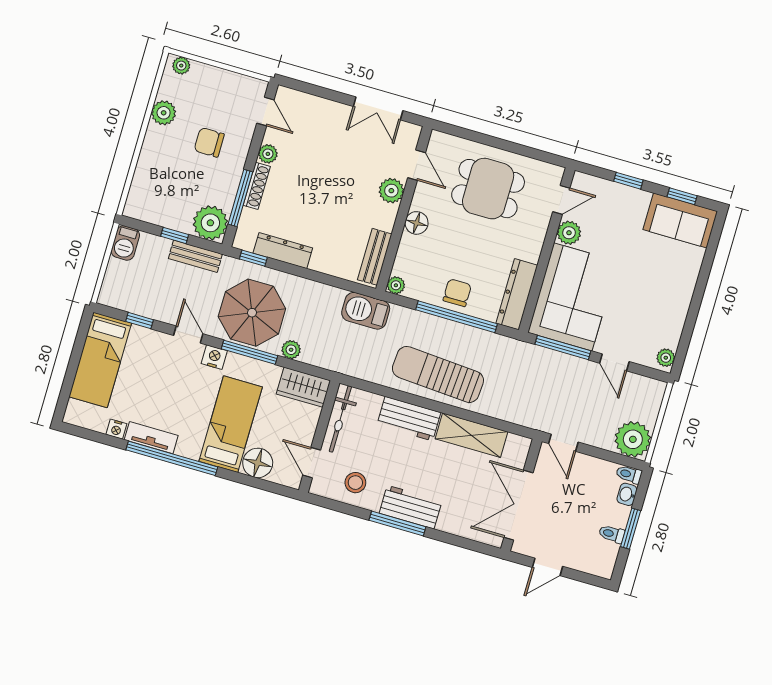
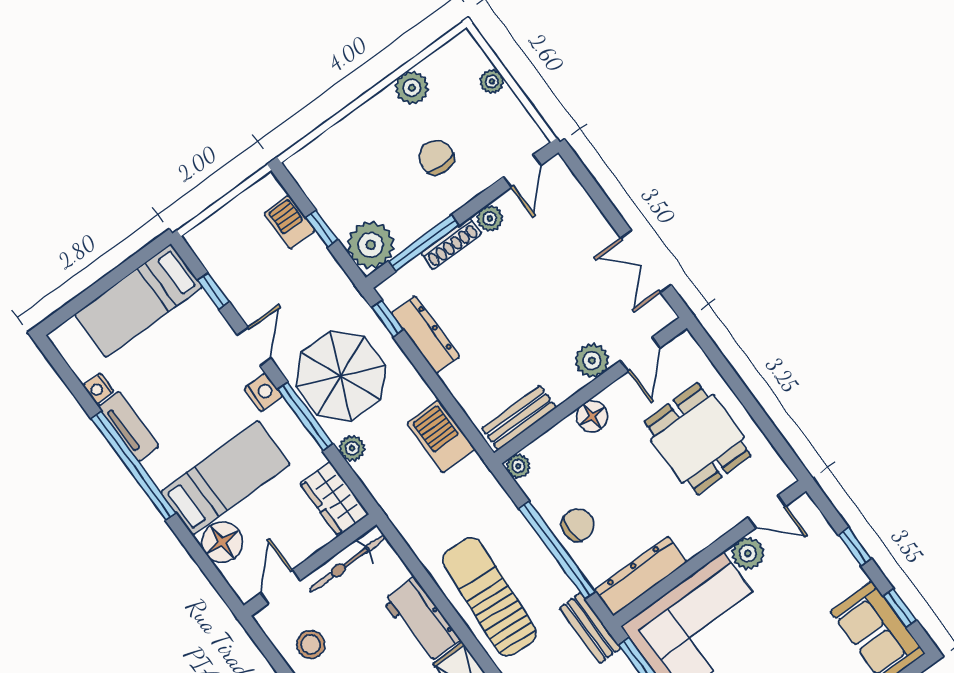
plant: (181, 66) -> (492, 81), moved
barbecue: (125, 243) -> (290, 222), moved, turned 90
bench: (195, 256) -> (590, 628), moved
barbecue: (366, 311) -> (441, 436), moved

